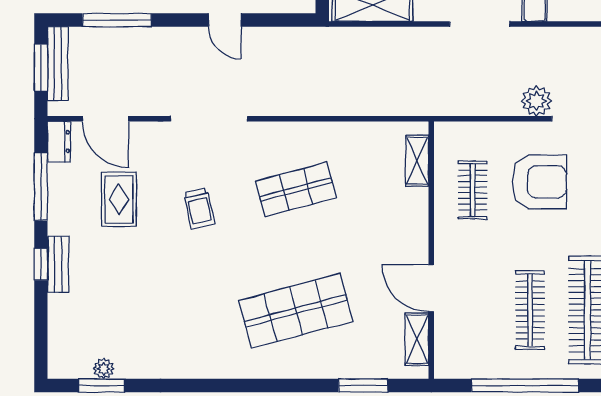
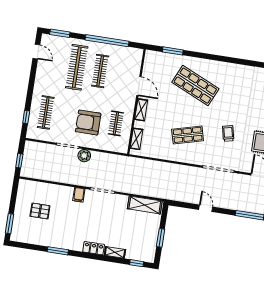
shop shelf: (296, 311) -> (195, 86), turned 39
shelving: (417, 339) -> (141, 110), moved

